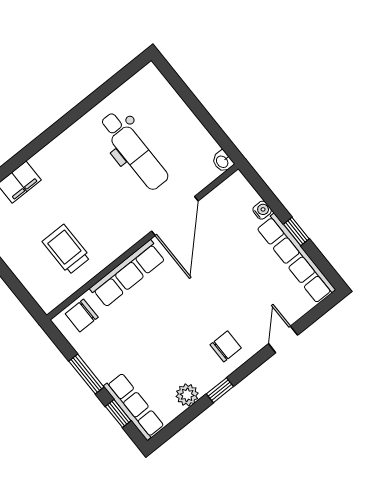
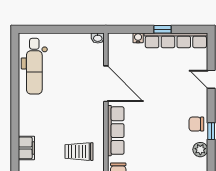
dental chair: (134, 151) -> (34, 66), moved, turned 90
chair: (226, 346) -> (196, 124), moved, turned -90

